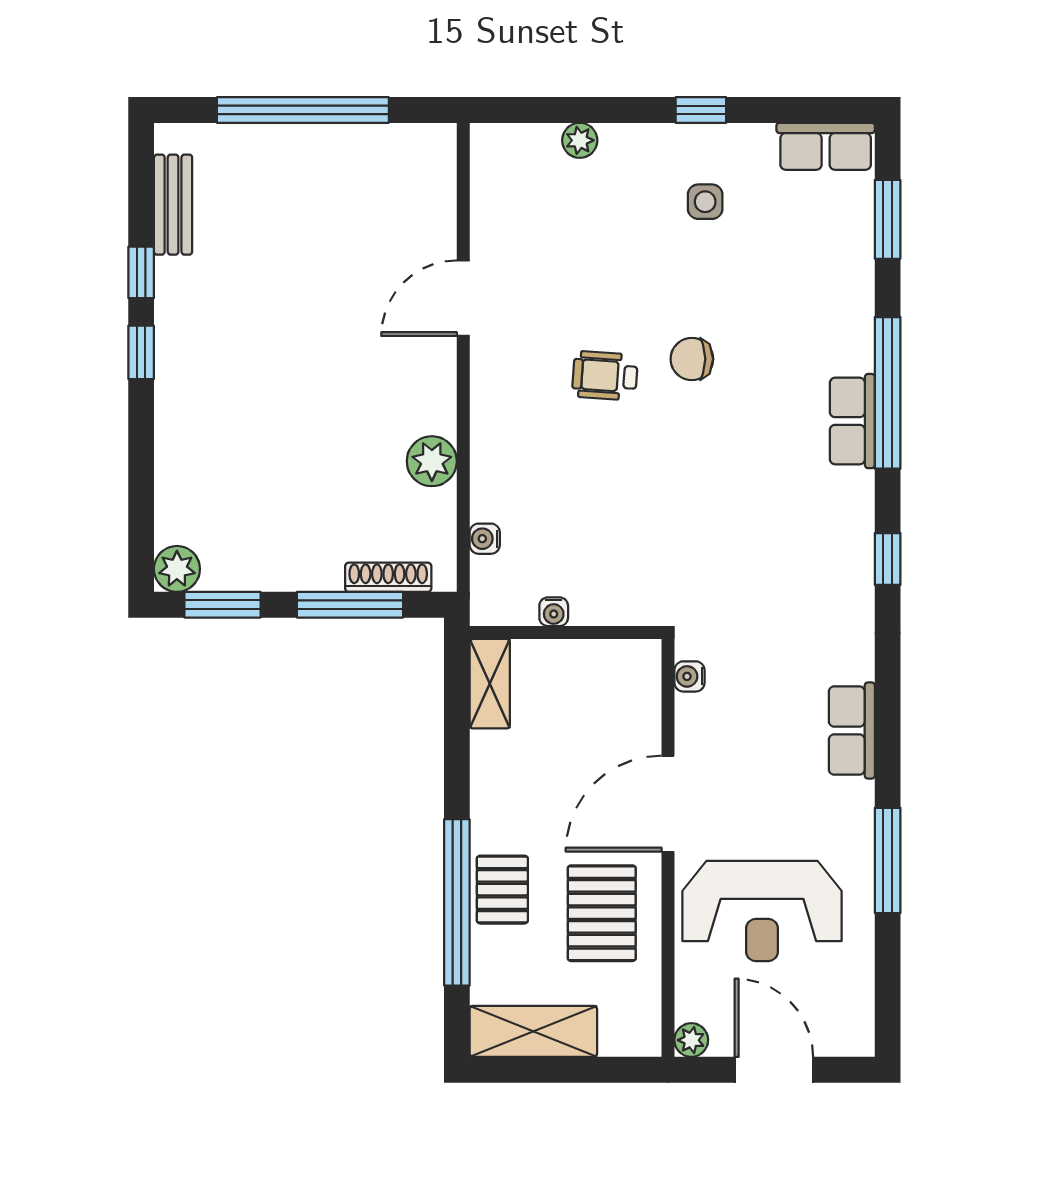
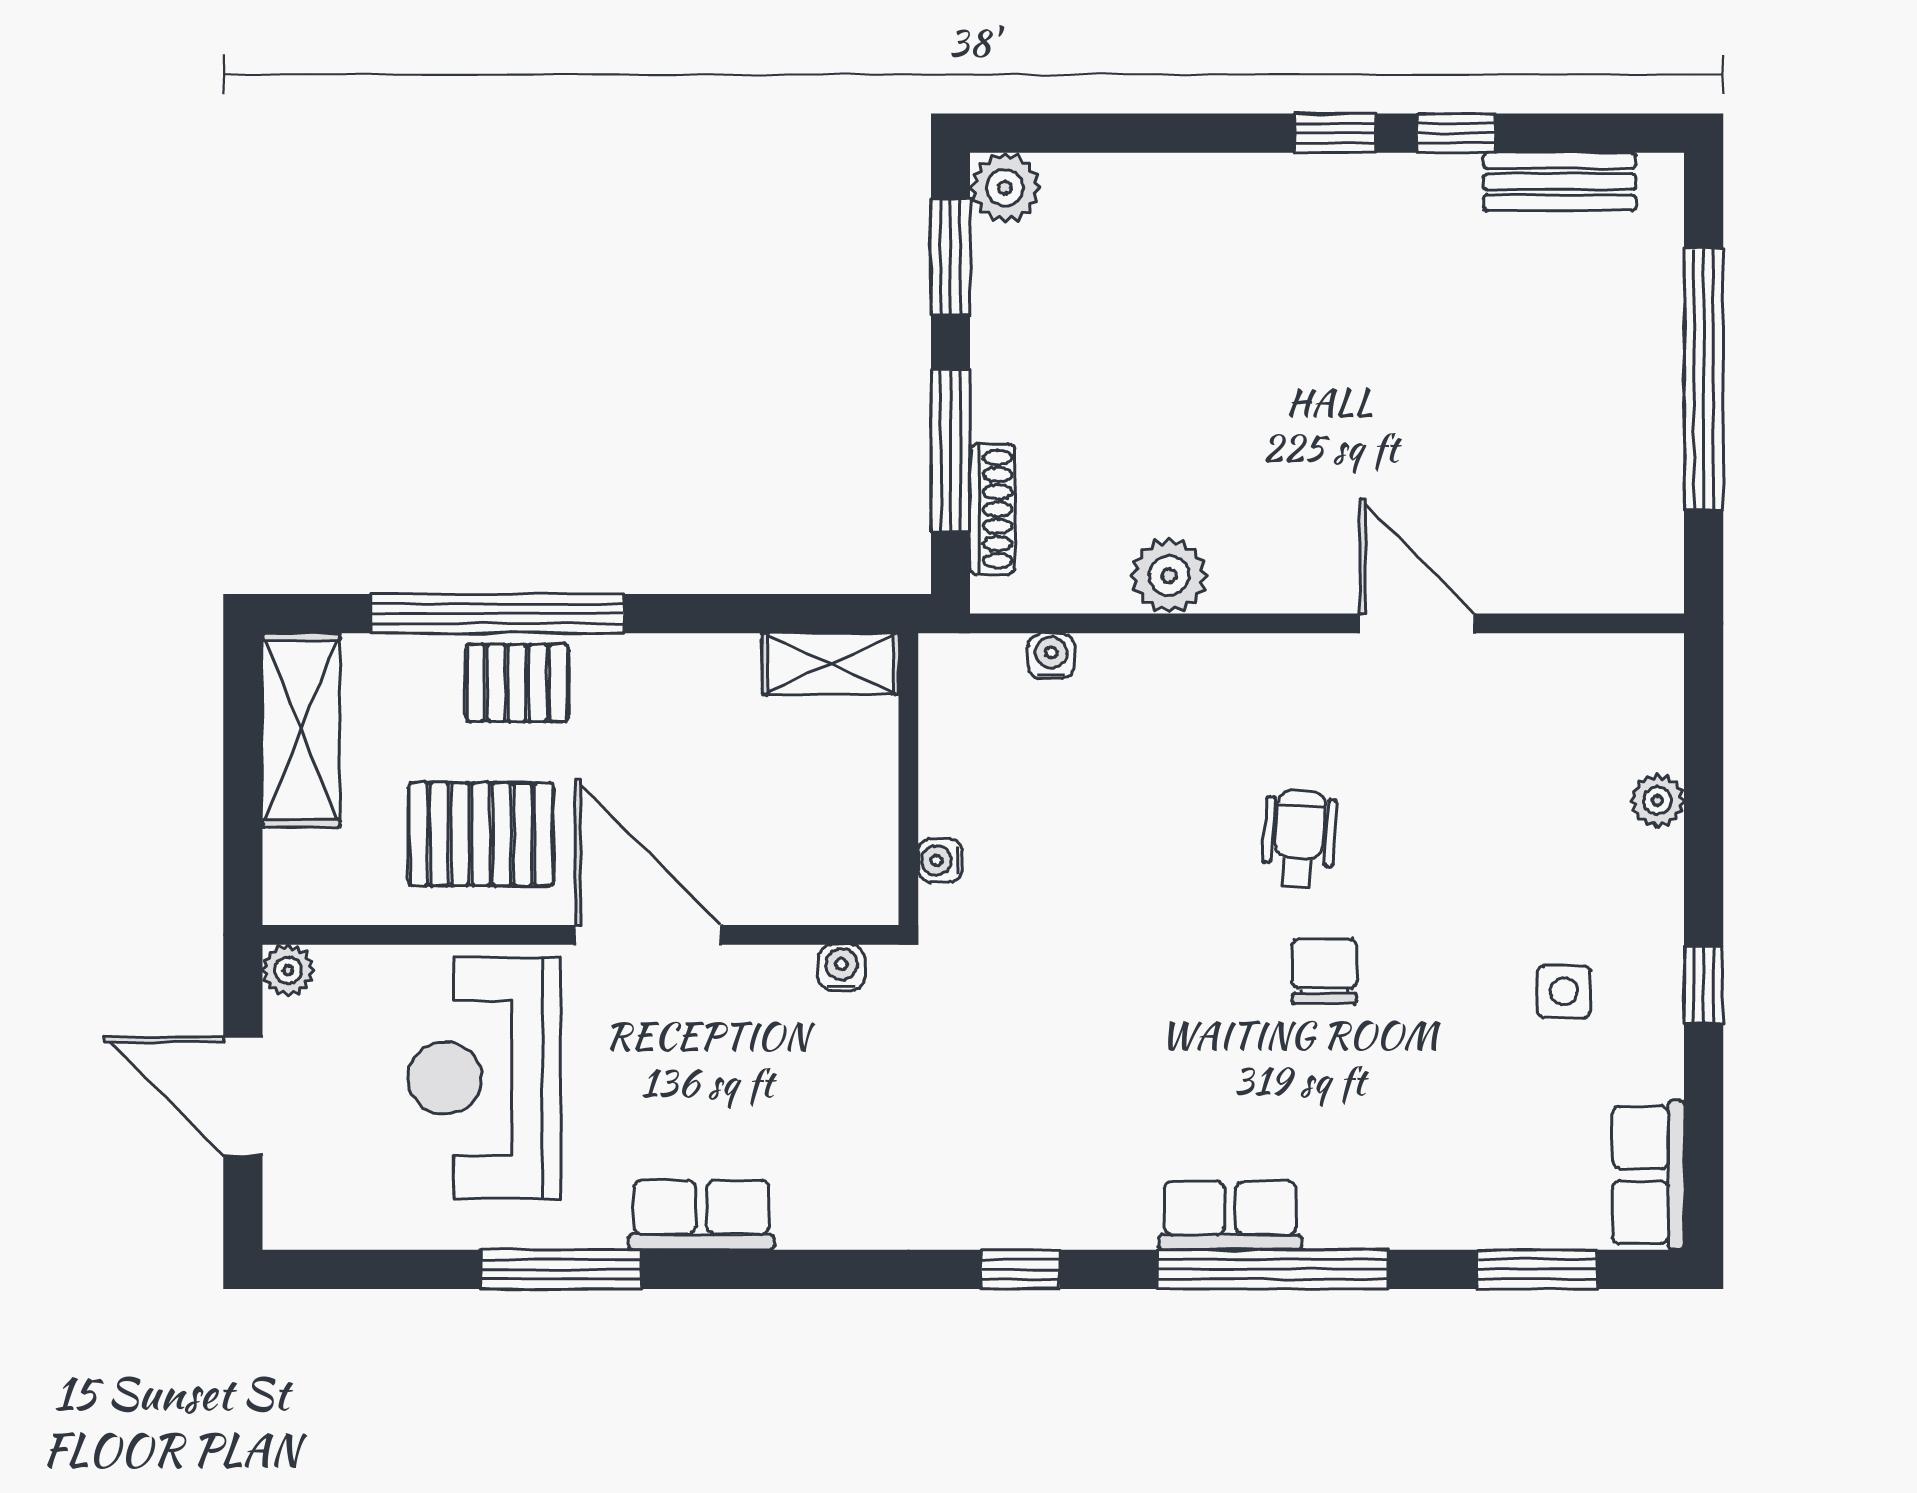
water cooler: (554, 612) -> (940, 860), moved
row of seats: (852, 731) -> (701, 1215), moved
door: (774, 1070) -> (243, 1096), swing flipped

